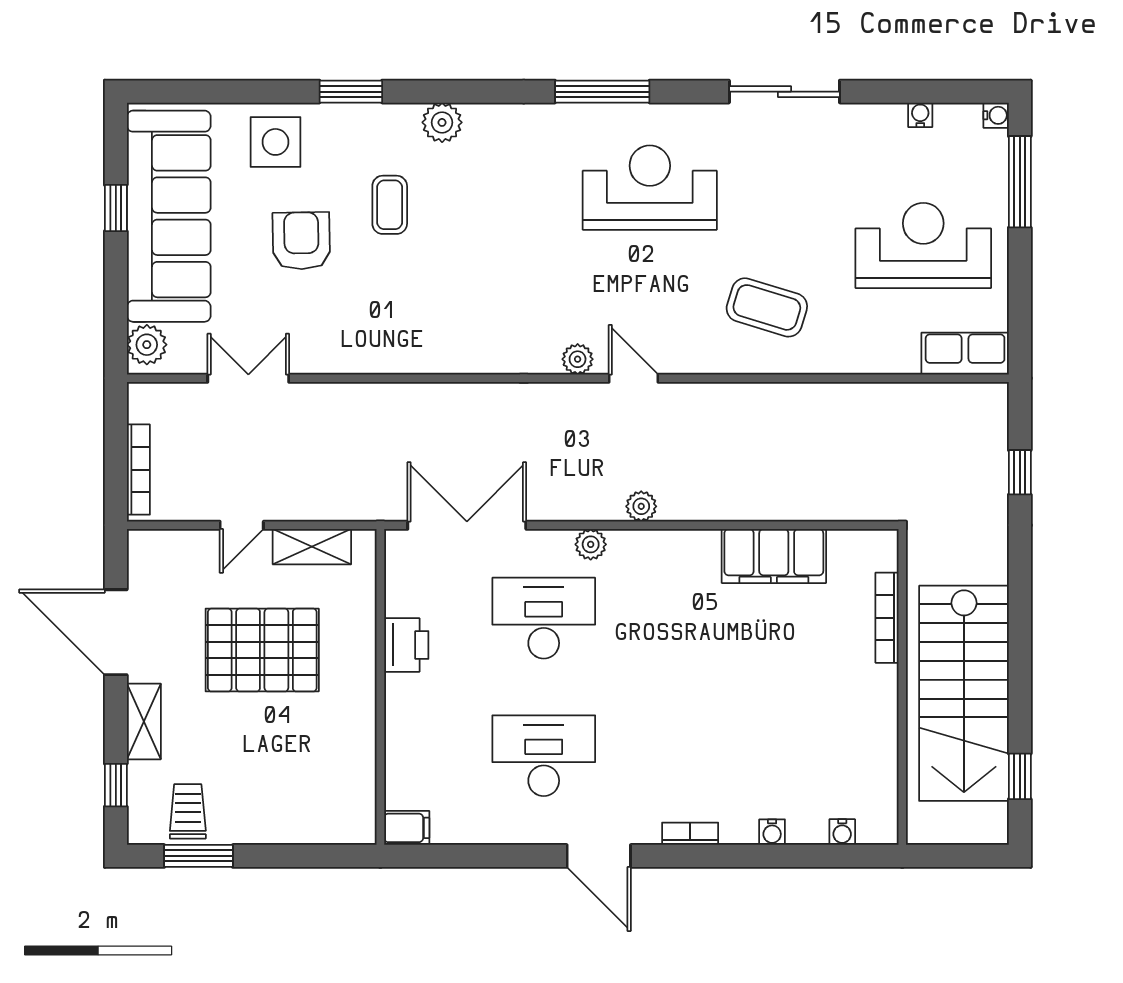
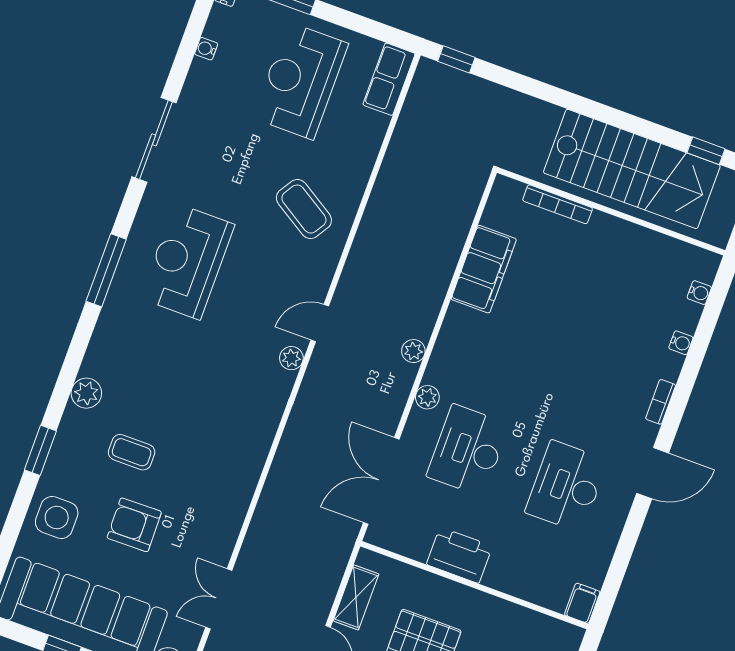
coffee table: (767, 307) -> (304, 209), turned -75
window: (1020, 472) -> (456, 59), moved
printer: (406, 645) -> (459, 555), width x1.37, depth x1.19

